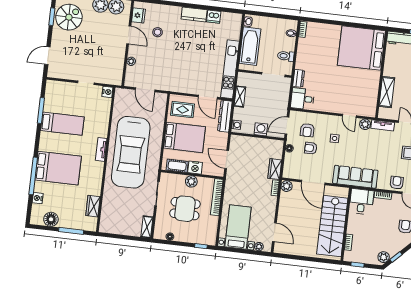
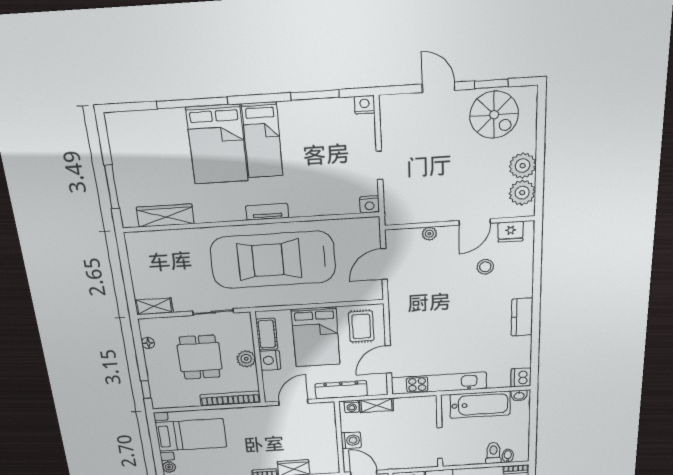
dishwasher: (214, 17) -> (521, 377), moved
door: (47, 56) -> (439, 87), moved
toilet: (286, 56) -> (493, 453), moved
shelving: (240, 97) -> (377, 405), moved
dresser: (225, 116) -> (341, 390), moved
bed: (62, 124) -> (262, 140), moved
nightstand: (38, 198) -> (364, 105), moved
wardrobe: (93, 206) -> (165, 215), width x1.50
floor lamp: (51, 219) -> (122, 149), removed

